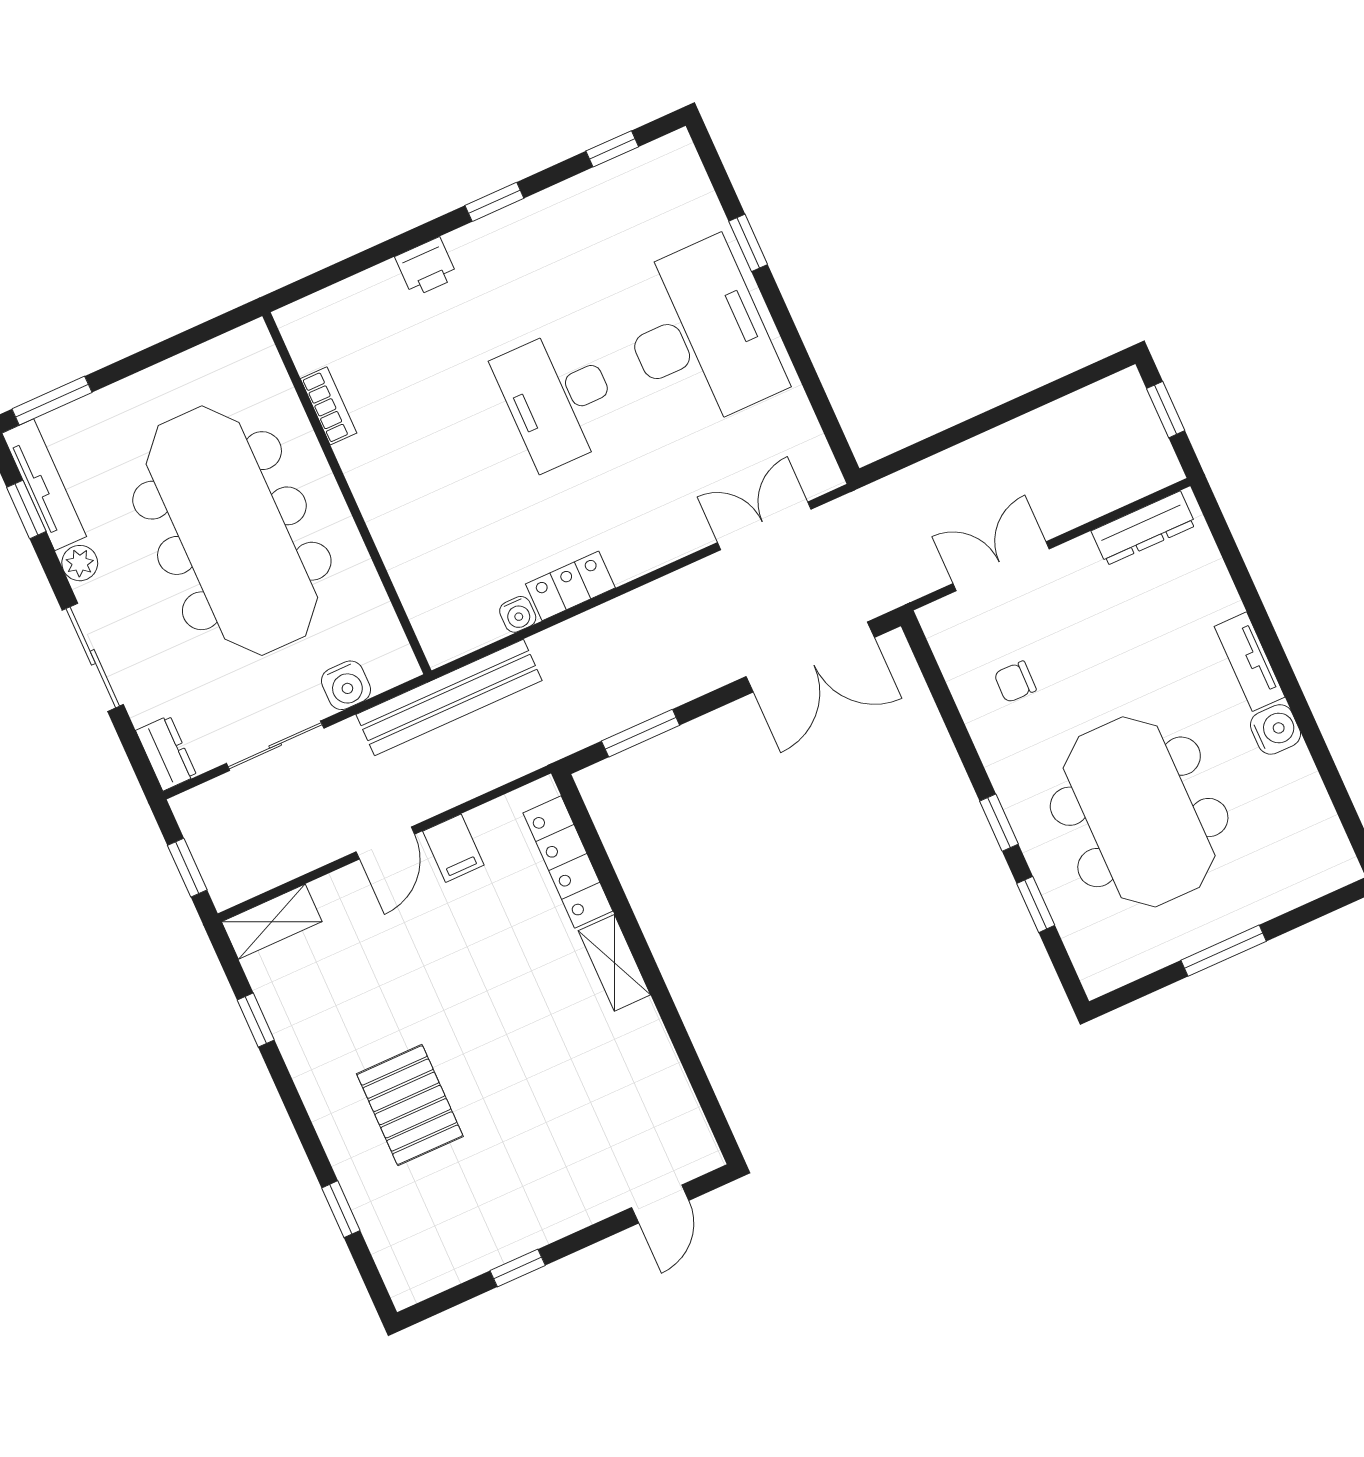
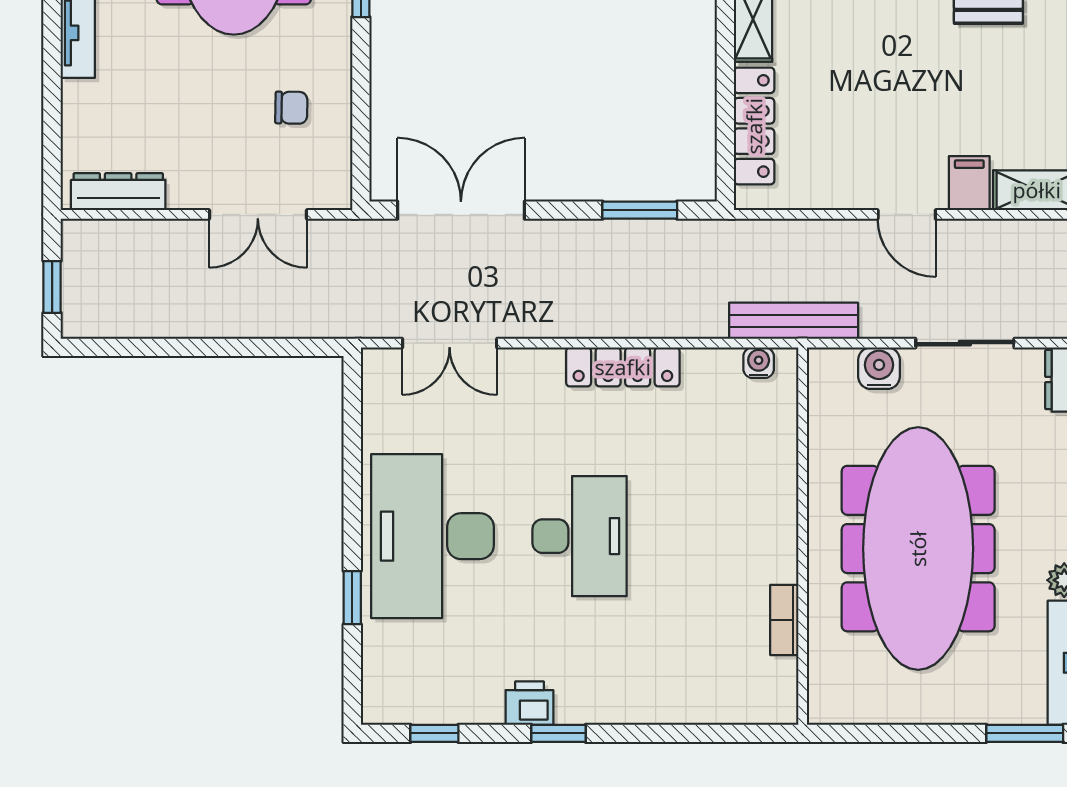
printer: (426, 267) -> (529, 703), moved
locker: (570, 586) -> (623, 367), width x1.53
water cooler: (518, 614) -> (759, 363), moved
bench: (449, 698) -> (794, 321), width x0.73, depth x0.82
door: (385, 843) -> (907, 214), swing flipped
filing cabinet: (453, 848) -> (969, 183), moved

